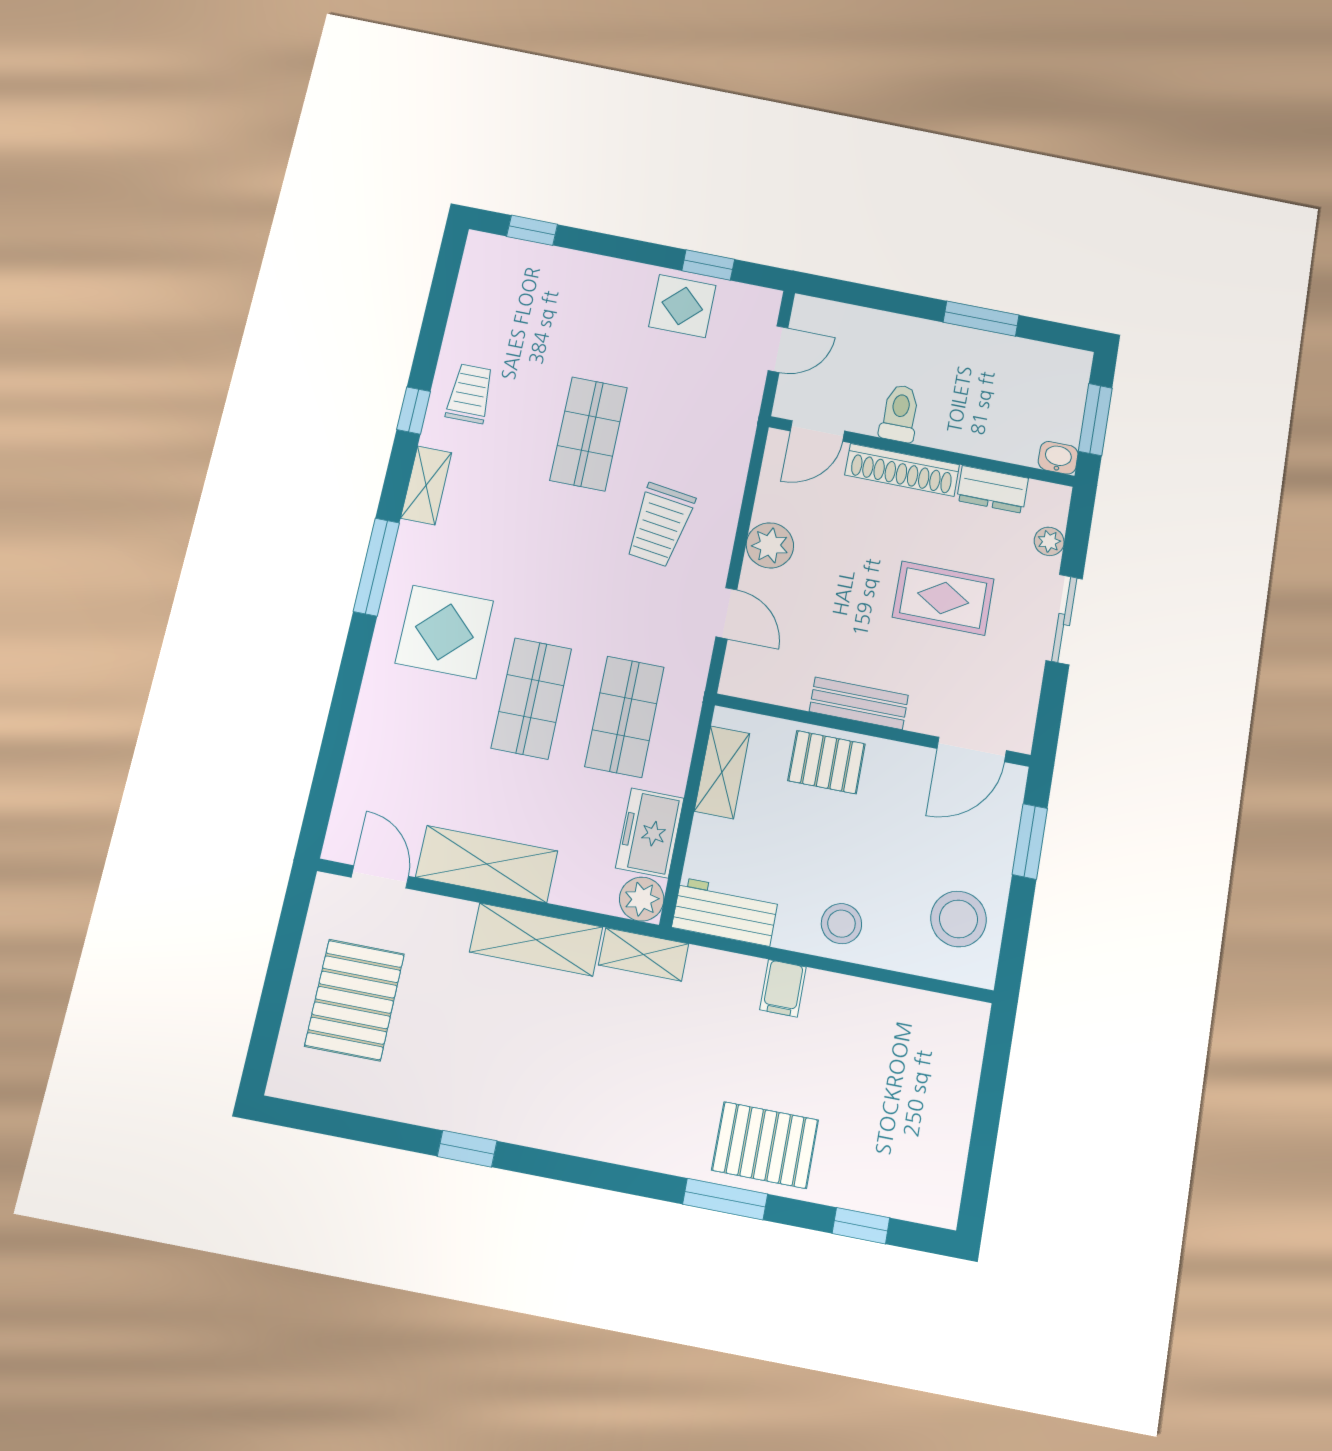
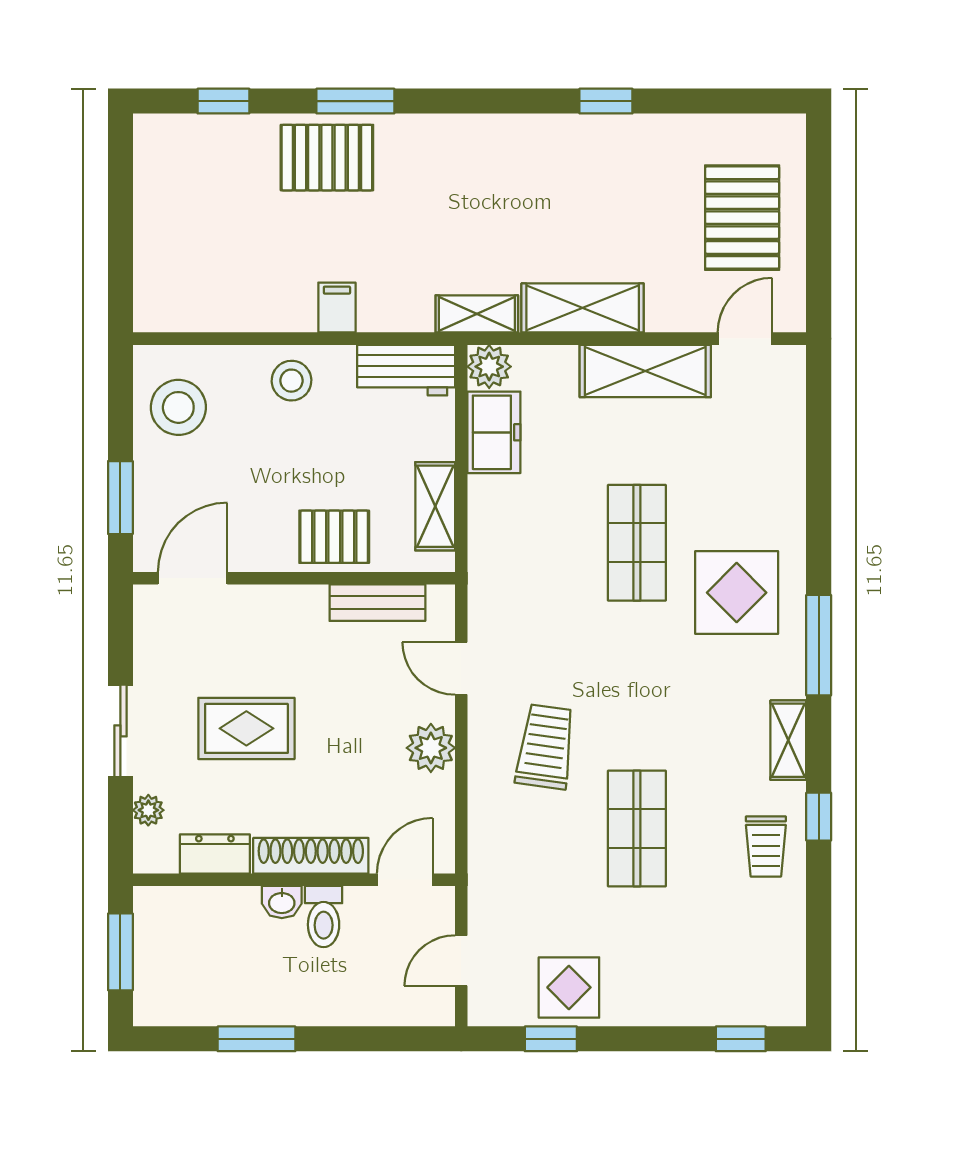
washbasin: (1058, 458) -> (282, 902), moved
bench: (859, 703) -> (377, 603), moved
shop shelf: (624, 717) -> (542, 543), removed
door: (380, 877) -> (745, 339), swing flipped

